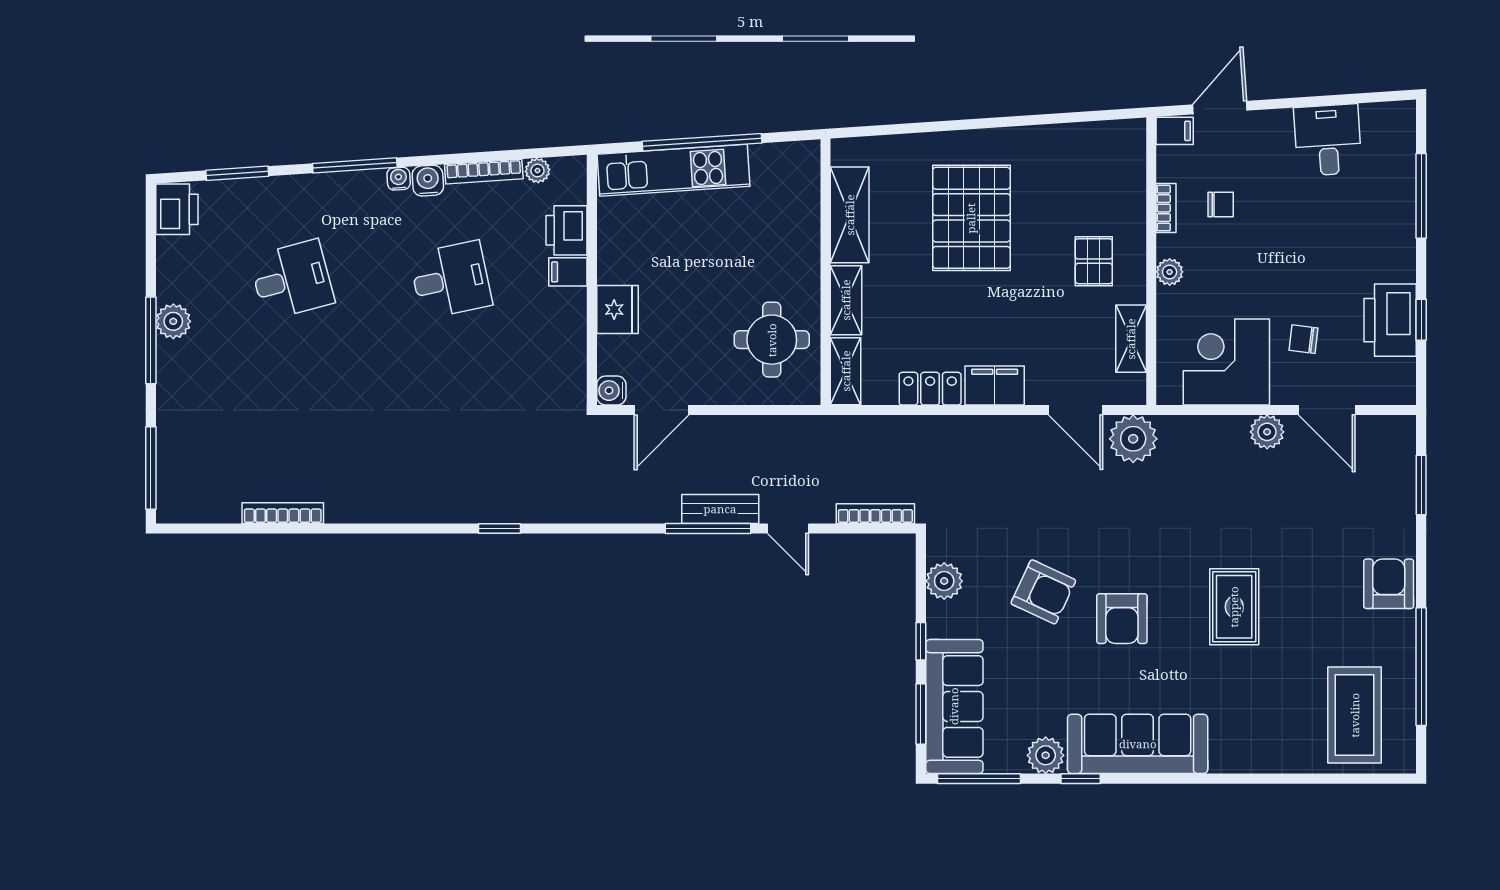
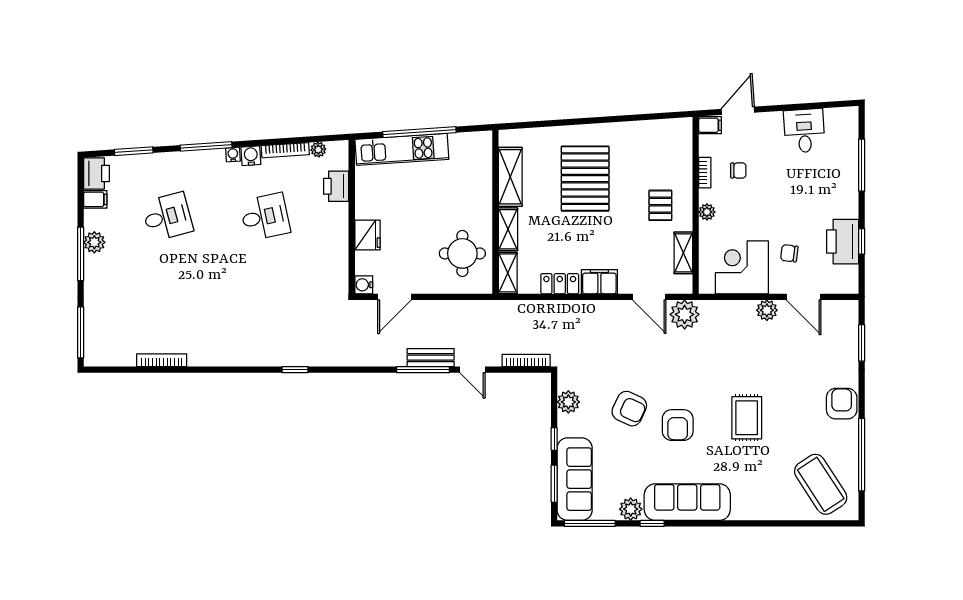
filing cabinet: (568, 272) -> (95, 199), moved, turned 180
coffee table: (1355, 715) -> (821, 484), turned -33

